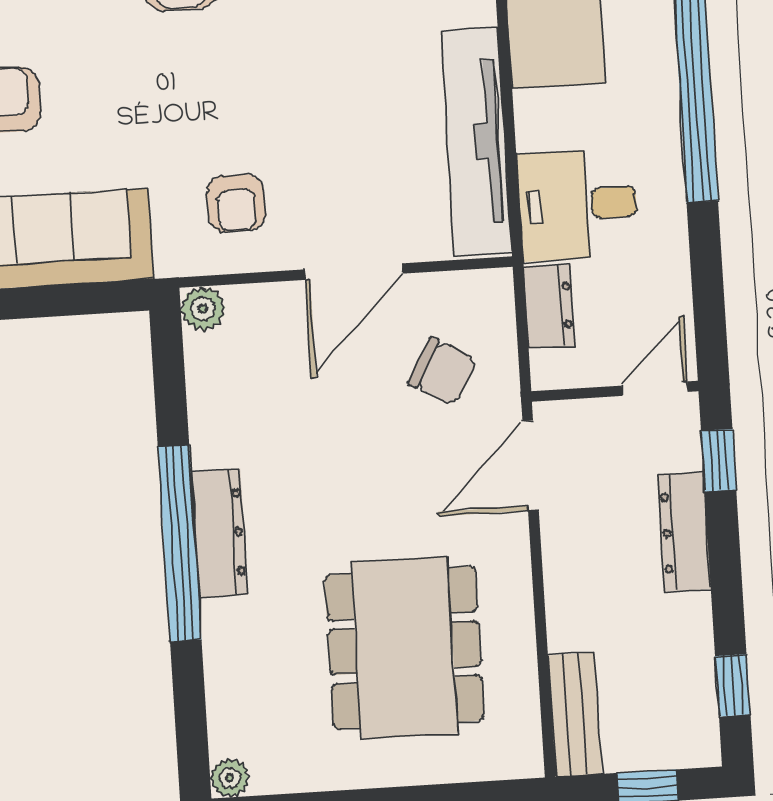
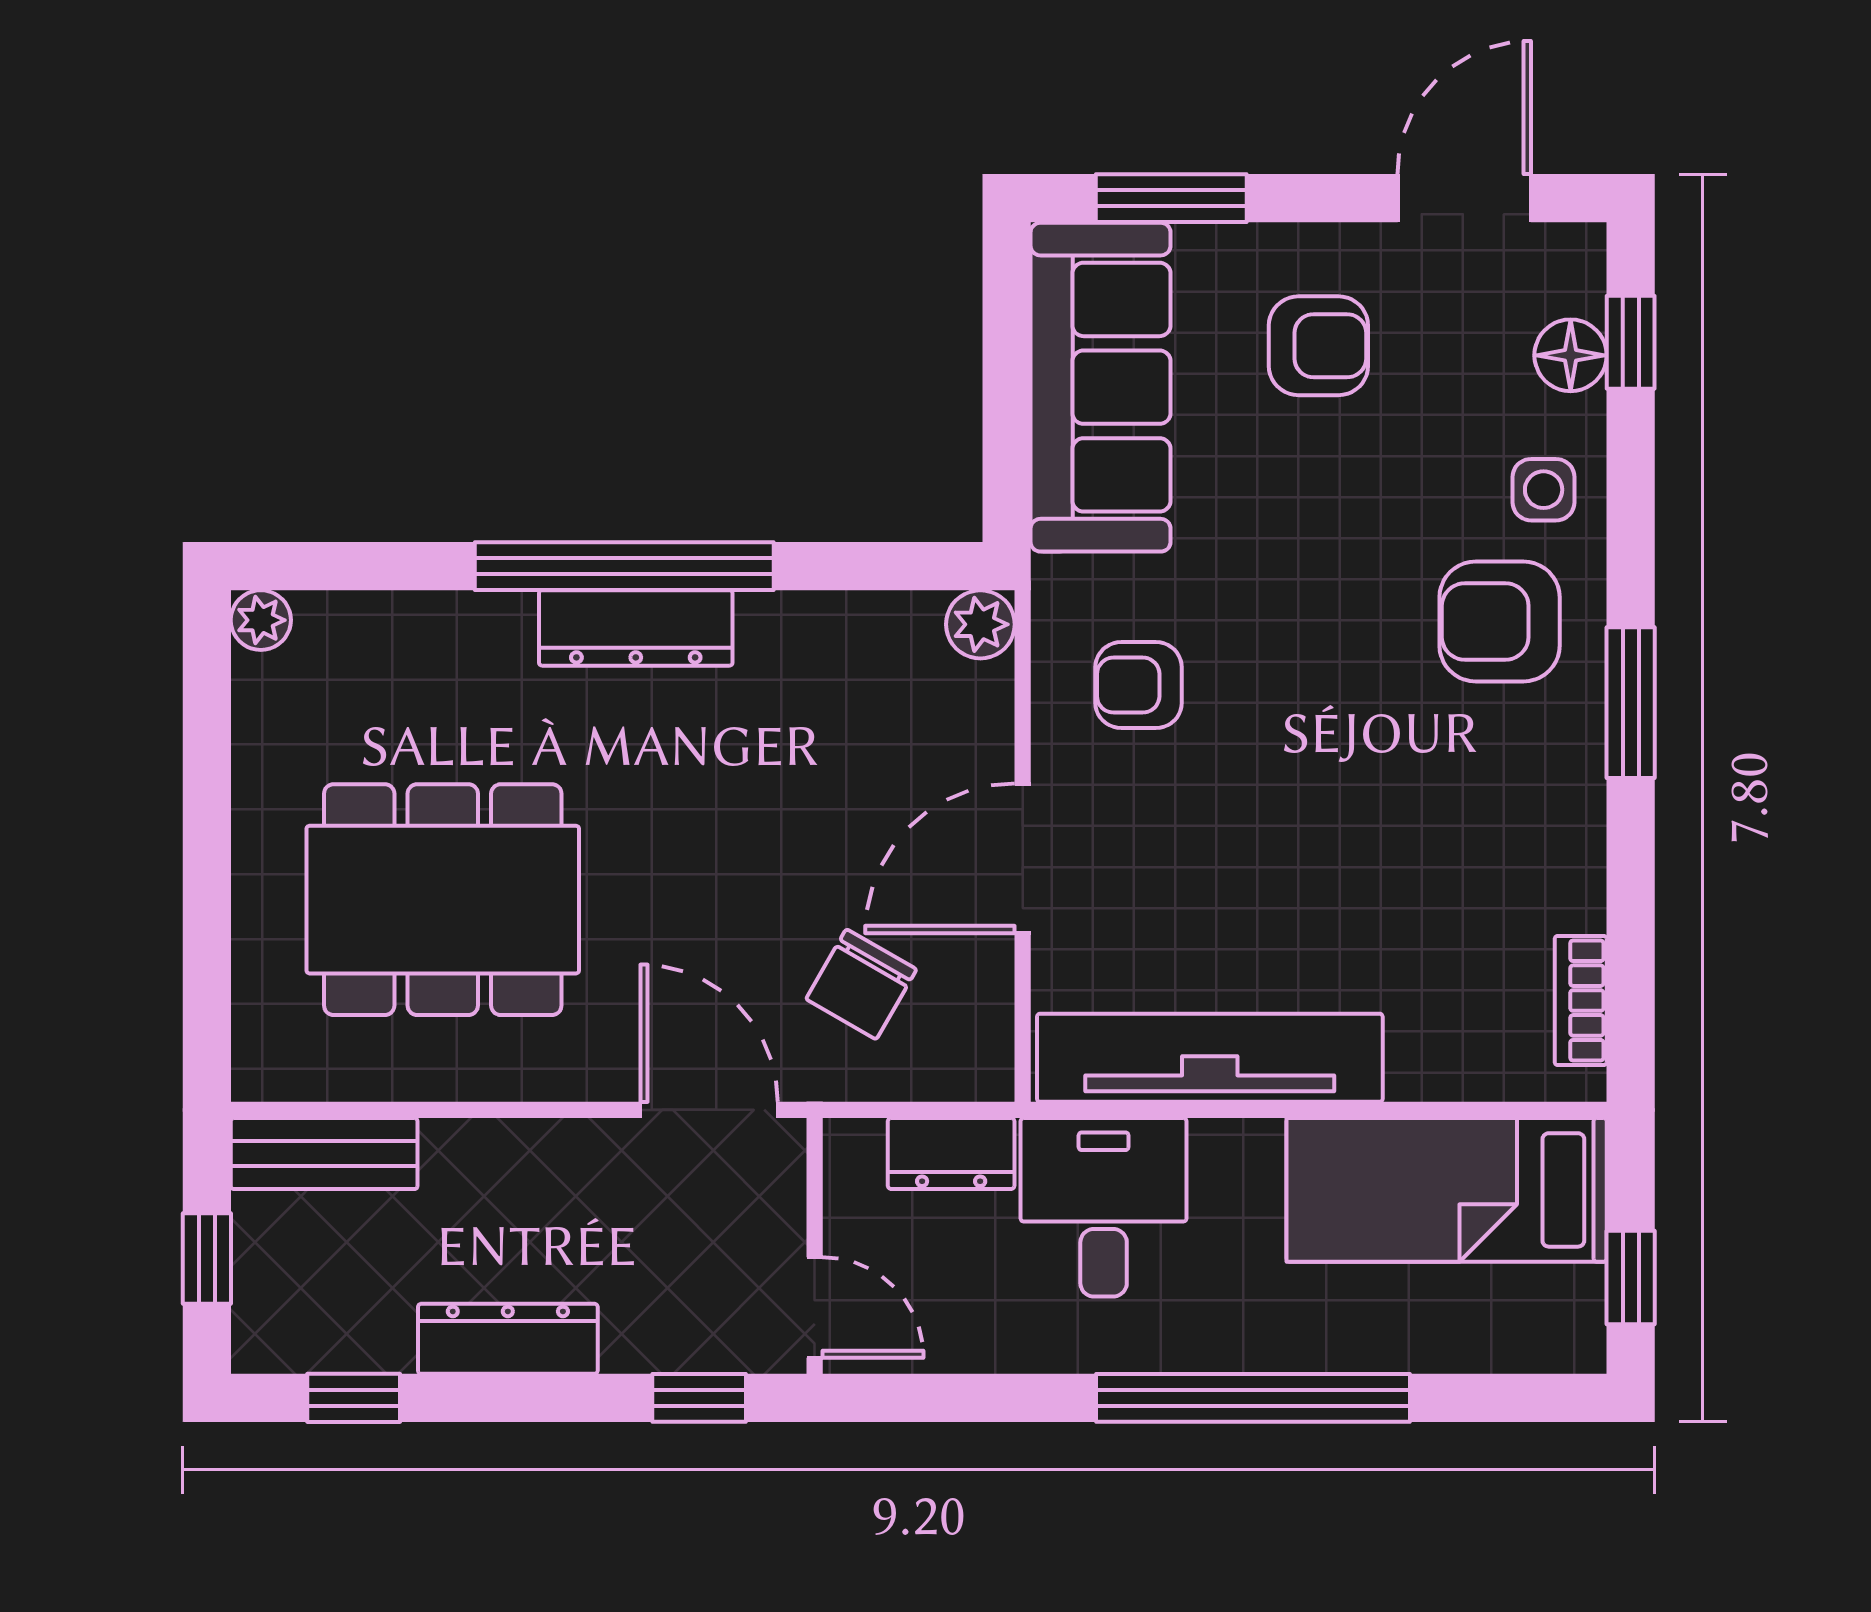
door: (354, 272) -> (1023, 858), hinge flipped
dresser: (684, 532) -> (508, 1339), moved

